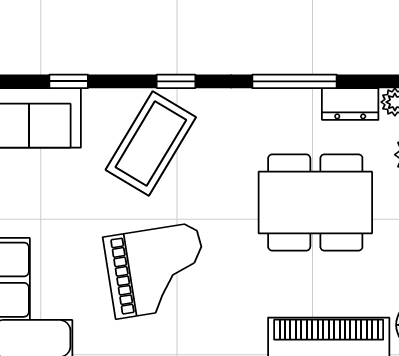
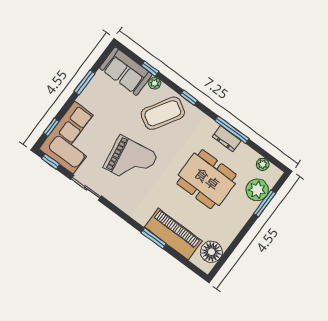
plant: (96, 101) -> (155, 83), added
dresser: (350, 104) -> (227, 139), moved

